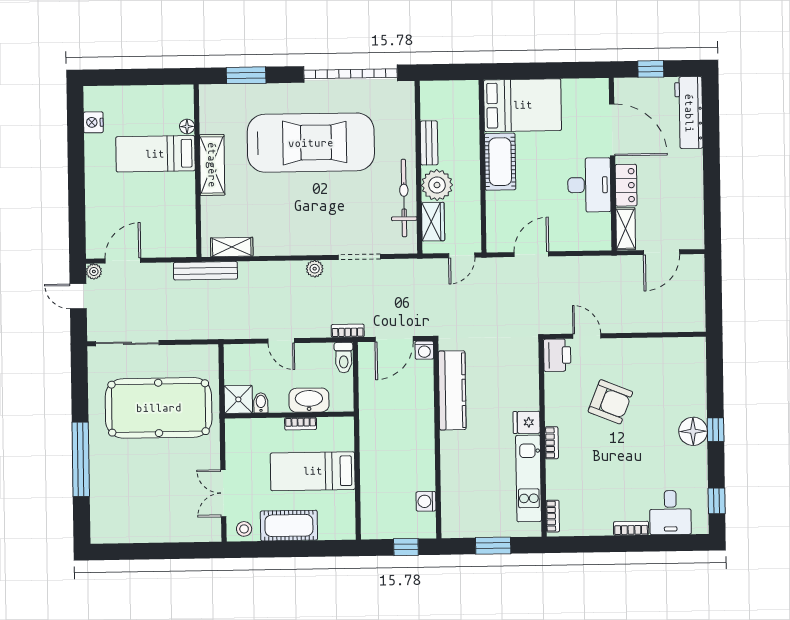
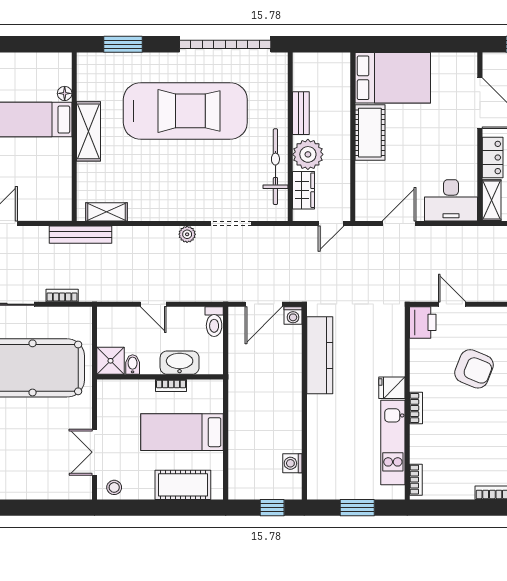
desk: (589, 185) -> (451, 200), moved, turned 90
bookcase: (348, 331) -> (62, 295), moved
cot: (289, 526) -> (183, 485), moved

